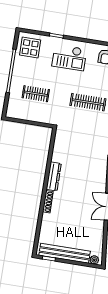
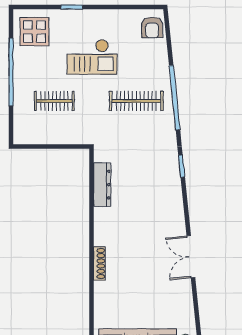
checkout: (69, 58) -> (92, 57), moved
dresser: (54, 176) -> (102, 185), moved

